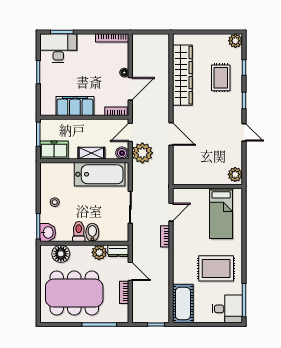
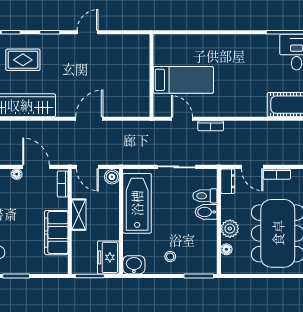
shelving: (91, 153) -> (79, 215), moved
plant: (142, 153) -> (112, 153), removed
plant: (235, 174) -> (137, 43), removed
bed: (221, 213) -> (183, 80), moved
washbasin: (48, 232) -> (134, 265), moved
toilet: (79, 232) -> (205, 196), moved
plant: (99, 252) -> (230, 229), moved
floor lamp: (61, 254) -> (226, 249), width x0.53, depth x0.53
rug: (216, 268) -> (249, 65), removed
door: (130, 271) -> (252, 167), swing flipped

